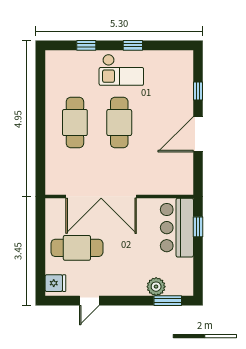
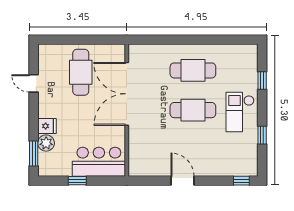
window: (133, 45) -> (262, 135), moved
window: (198, 91) -> (241, 181), moved
door: (198, 134) -> (182, 181), width x0.73
window: (198, 227) -> (77, 181), moved
fridge: (55, 283) -> (47, 126), moved, turned -90

